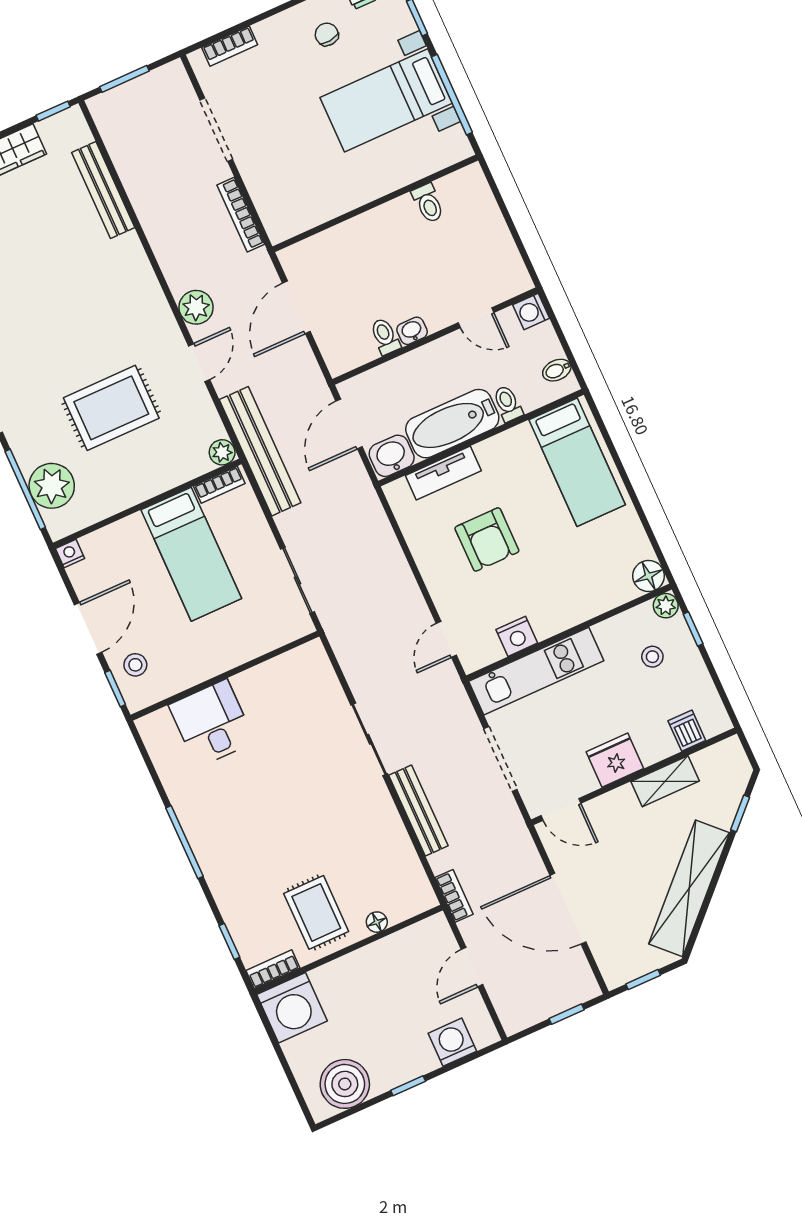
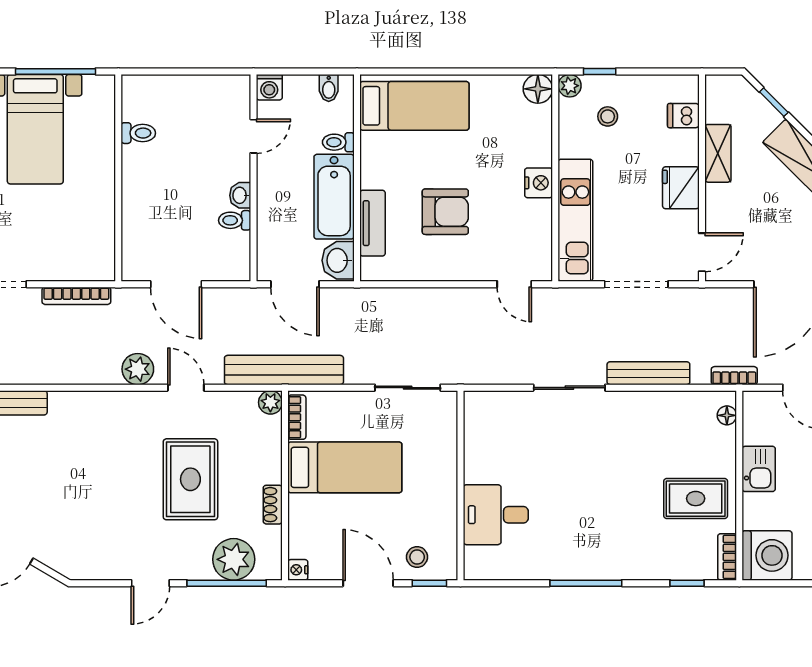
shoe rack: (123, 500) -> (273, 505), added
nightstand: (517, 636) -> (539, 183), moved
floor lamp: (377, 922) -> (727, 415), moved
kitchen sink: (373, 961) -> (759, 469), added

